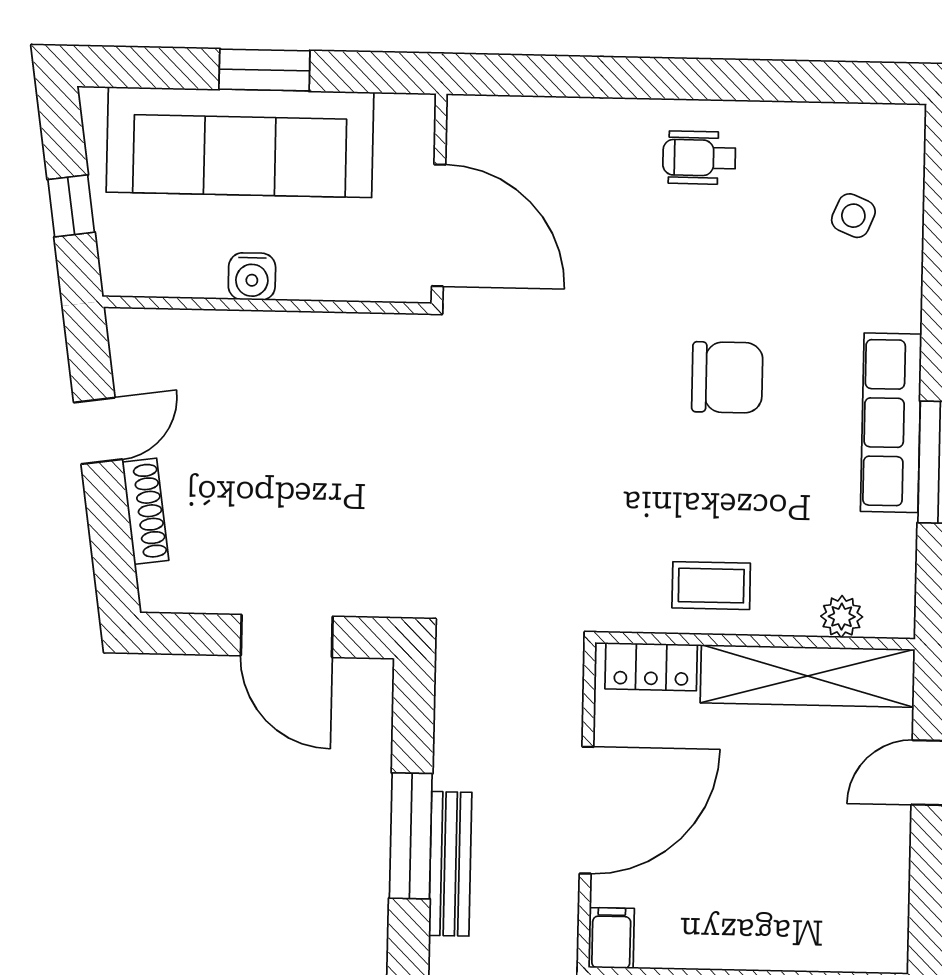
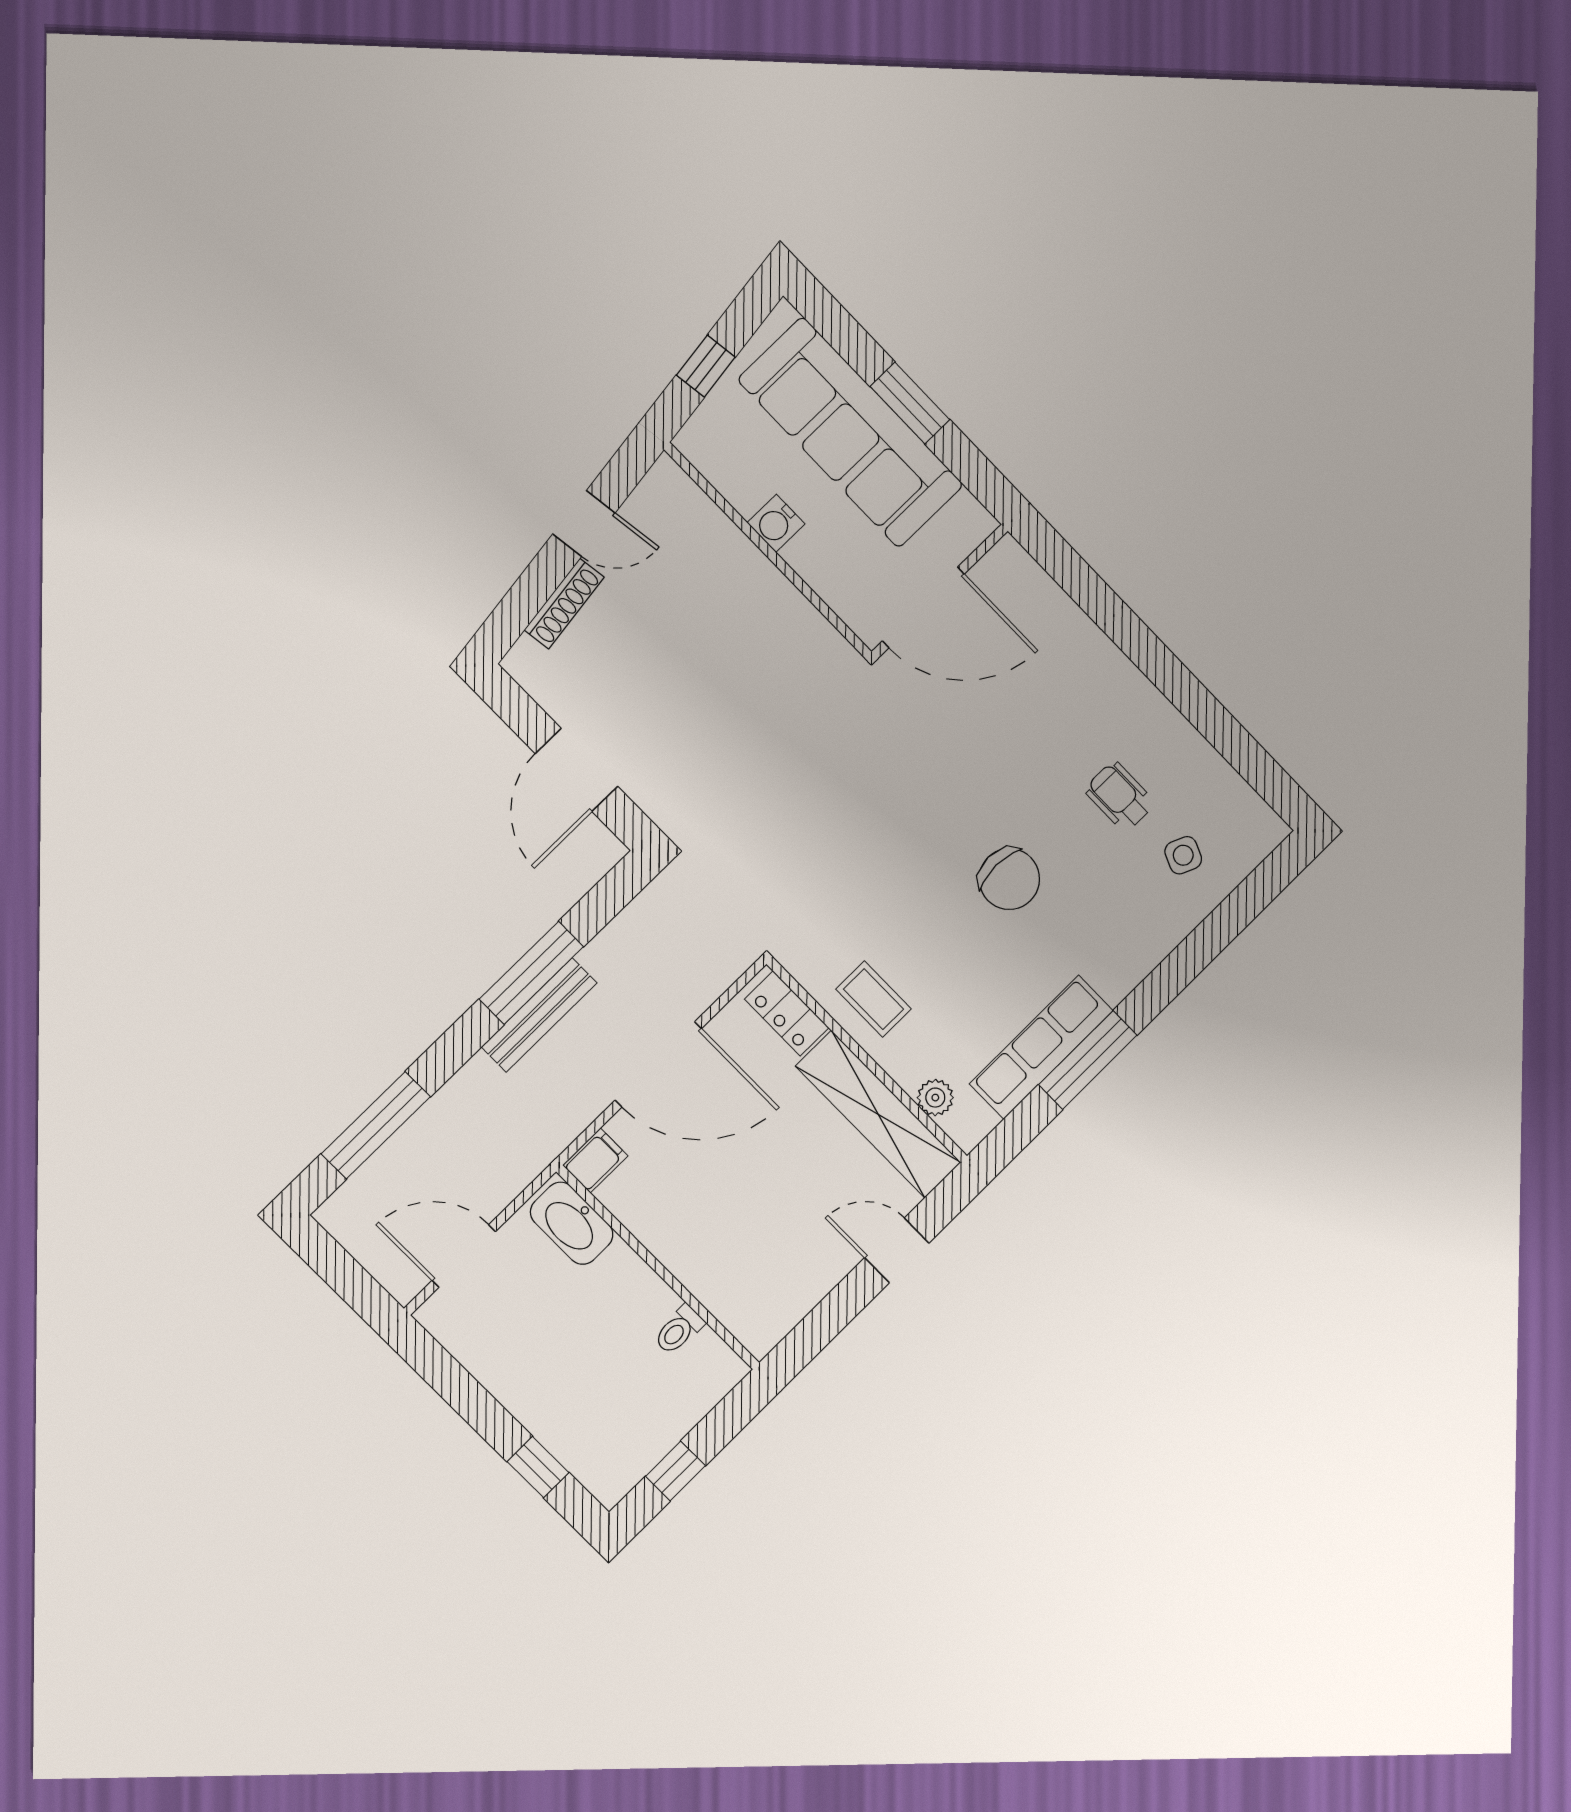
wheelchair: (699, 158) -> (1120, 796), moved
door: (439, 225) -> (923, 607), hinge flipped
row of seats: (891, 423) -> (1041, 1047), moved

